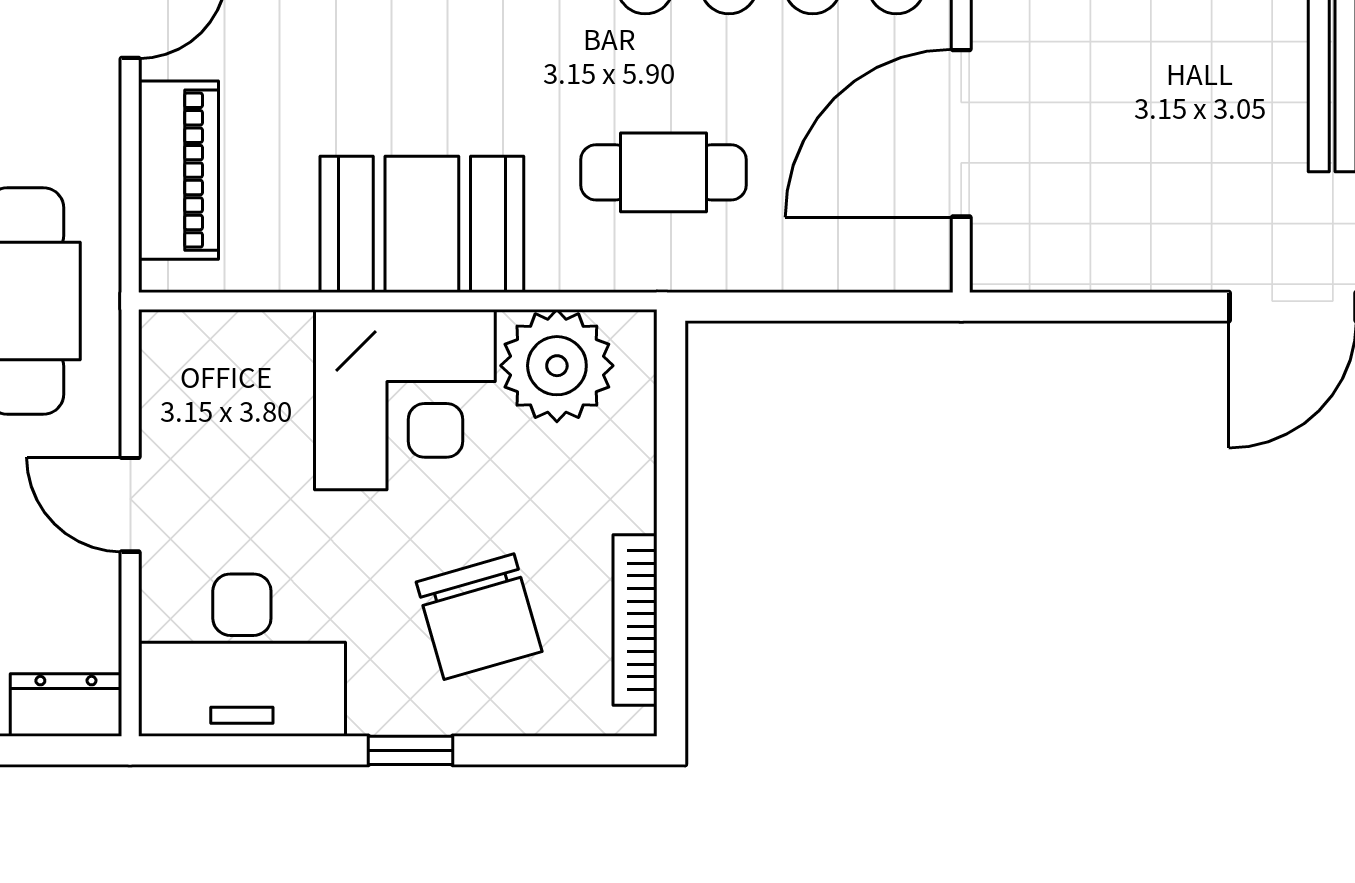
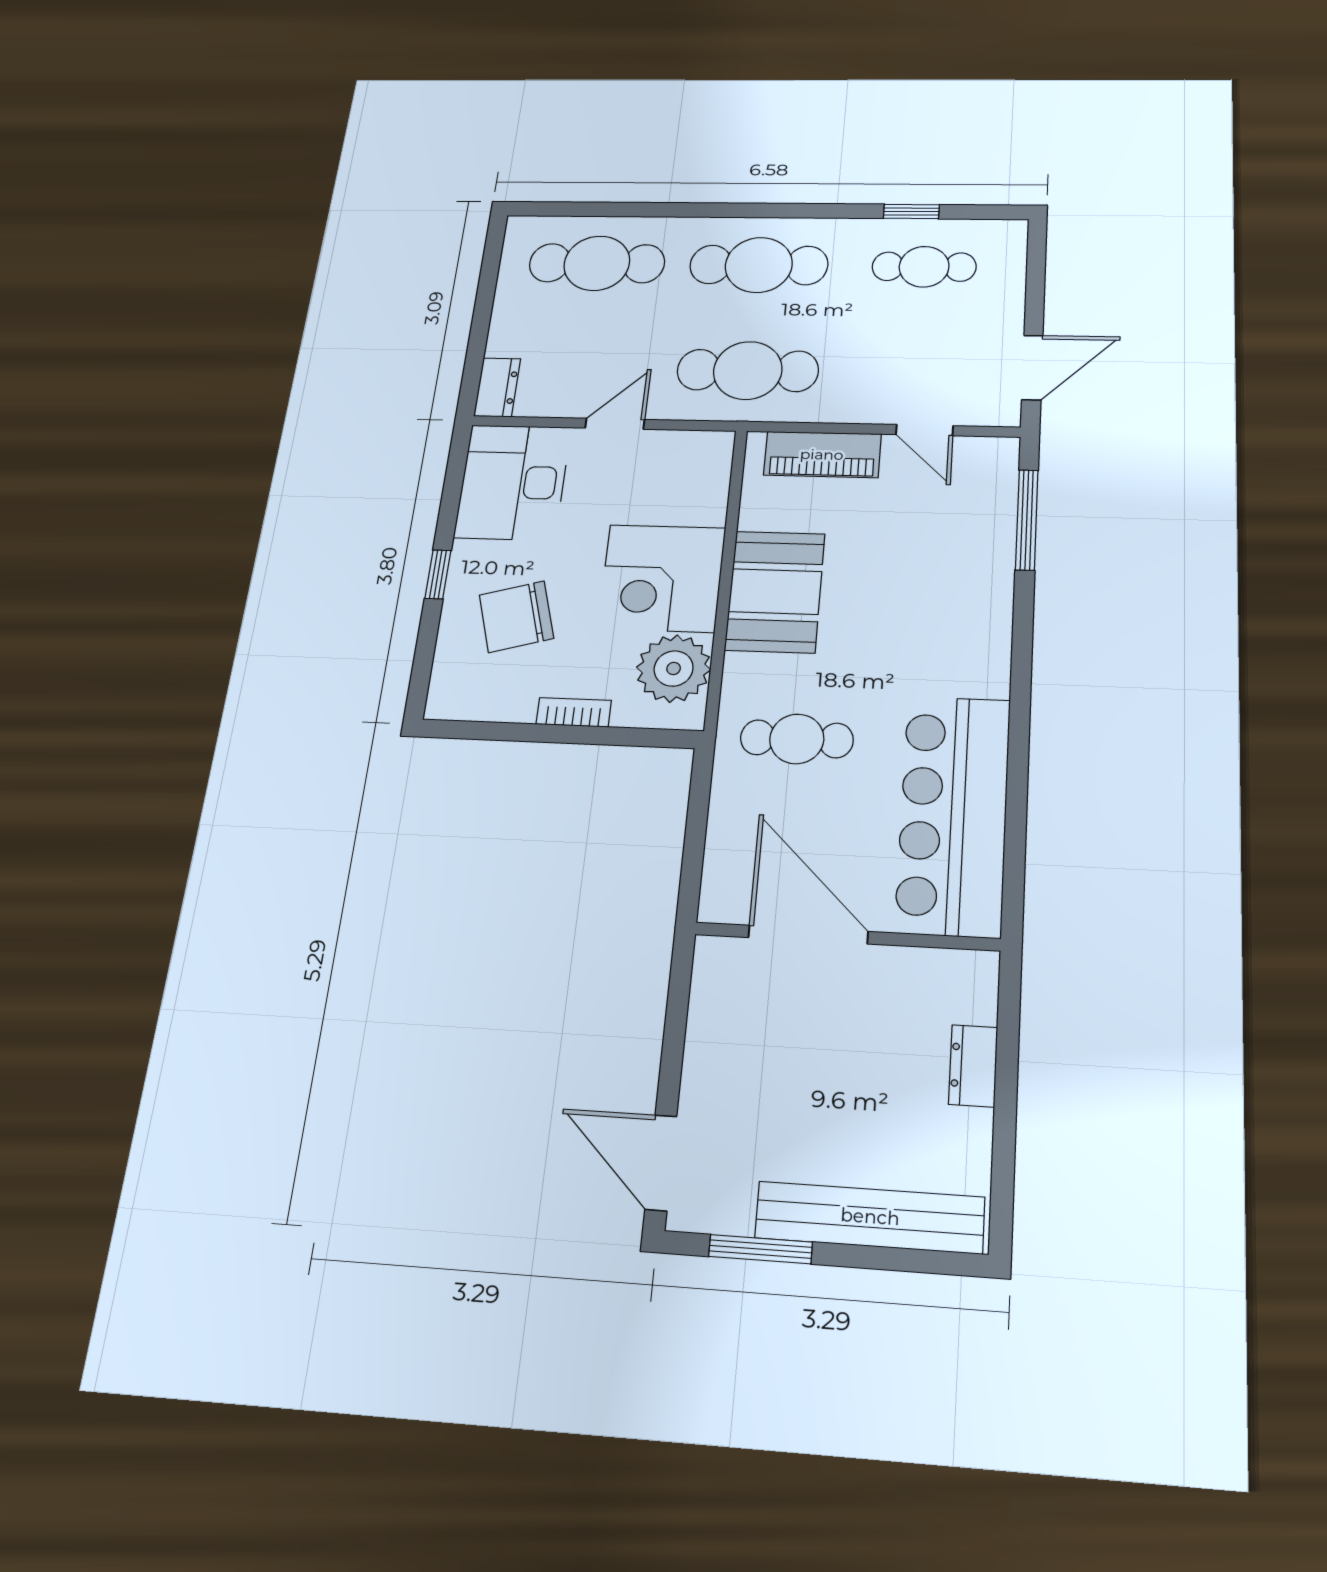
cafe table: (663, 172) -> (797, 739), turned 90
bookcase: (635, 620) -> (574, 712), moved, width x0.64

